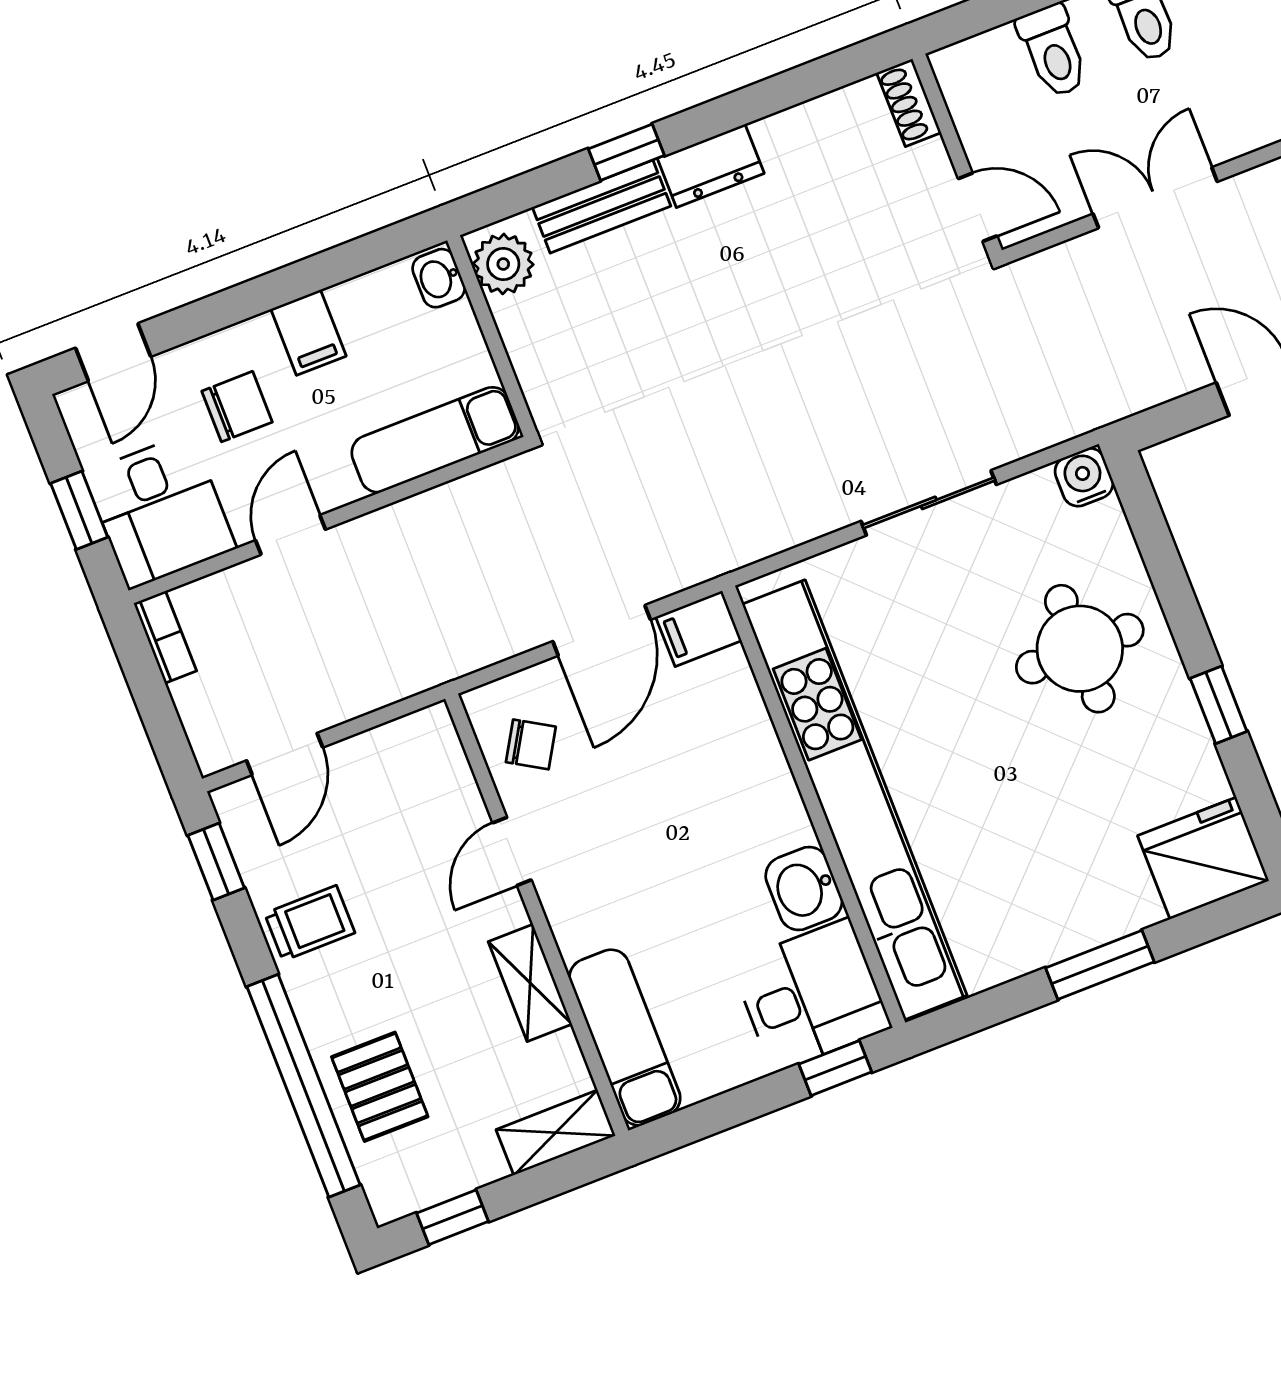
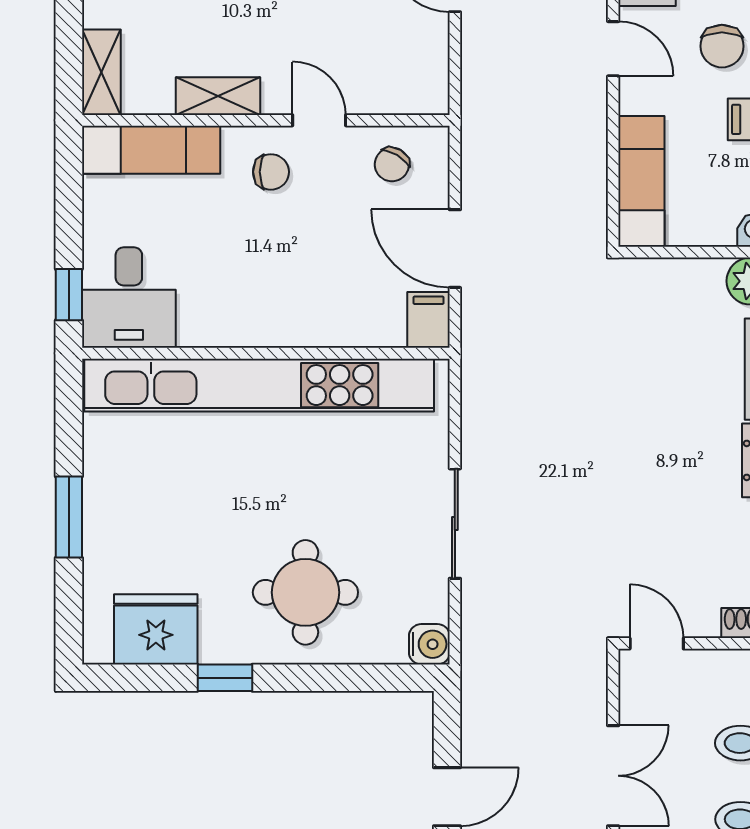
door: (978, 207) -> (657, 643), swing flipped
fridge: (1203, 858) -> (156, 629), moved, turned -90
chair: (596, 885) -> (271, 172), added
washbasin: (804, 889) -> (209, 323), removed

